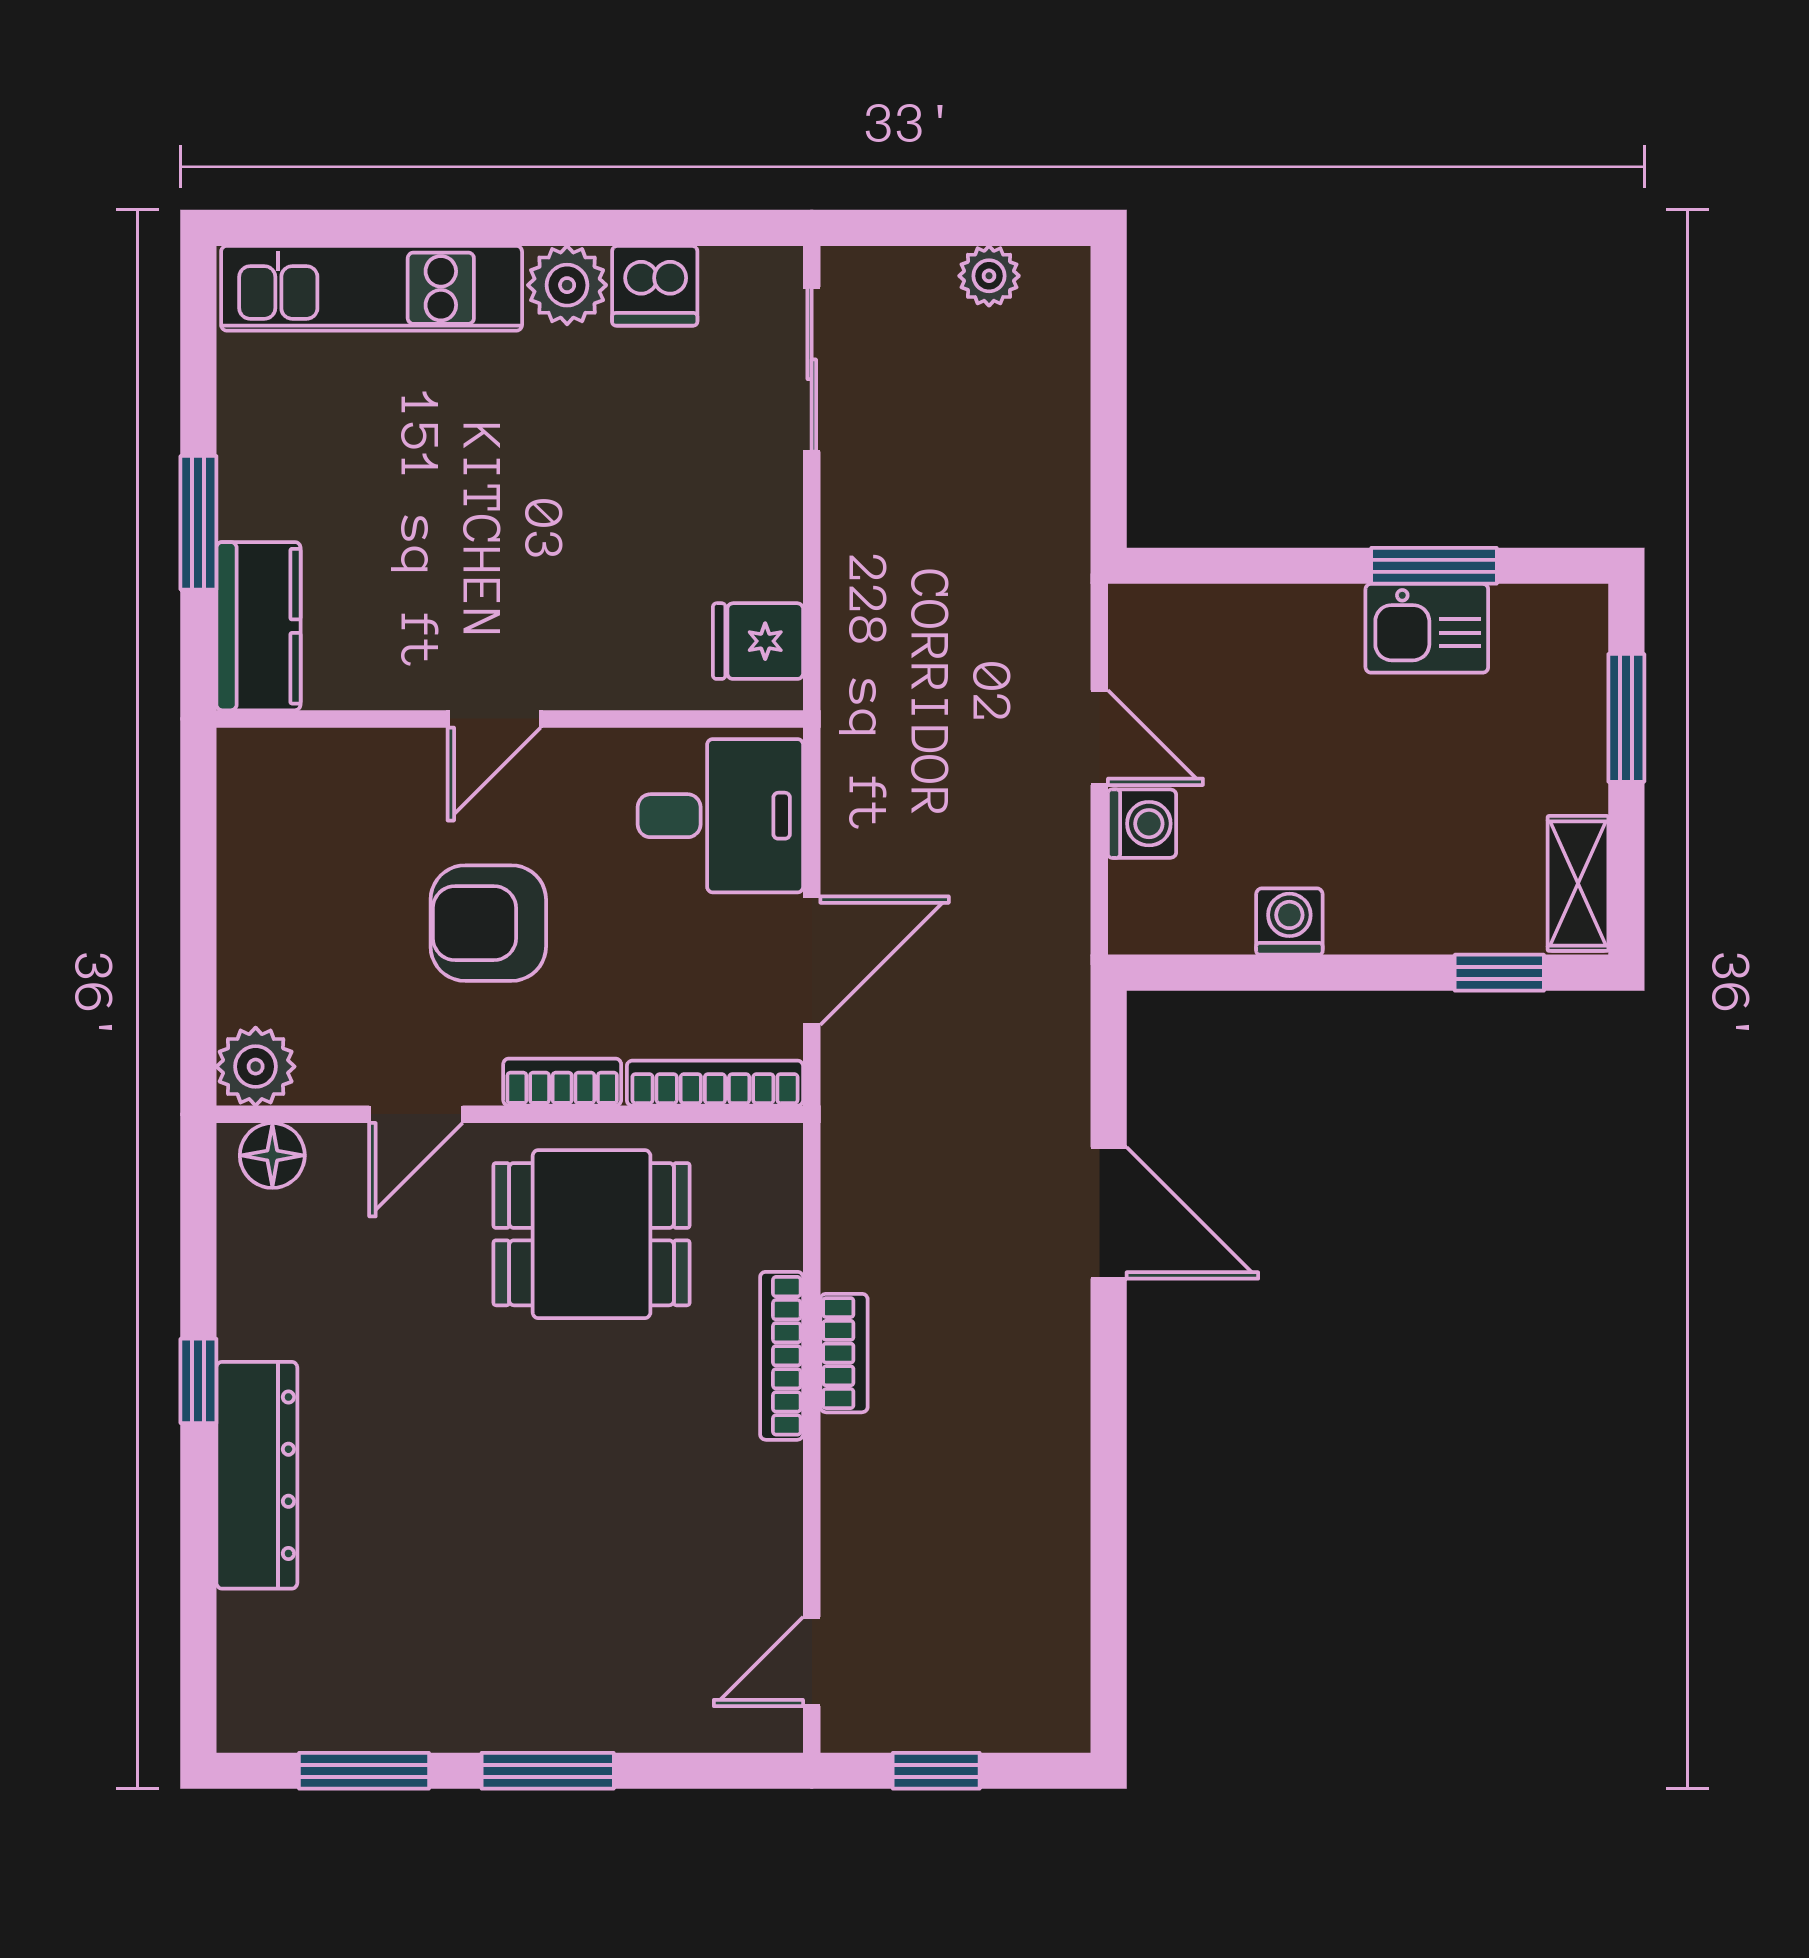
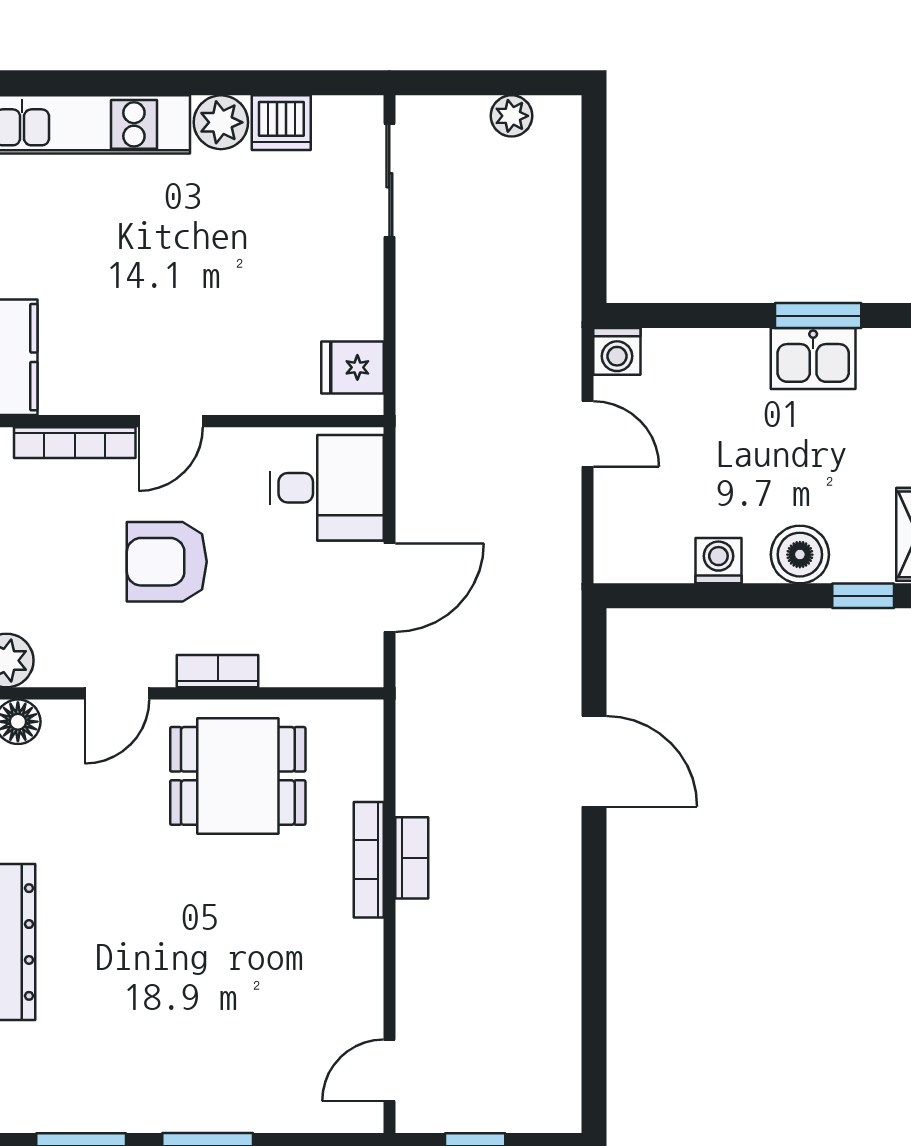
washing machine: (1142, 824) -> (617, 351), moved, turned 90
boiler: (1408, 913) -> (800, 555), added
bookcase: (715, 1083) -> (75, 443), moved, turned 180

